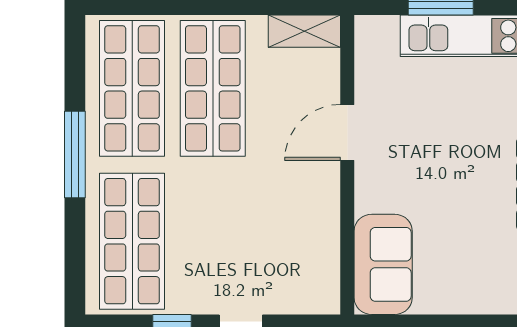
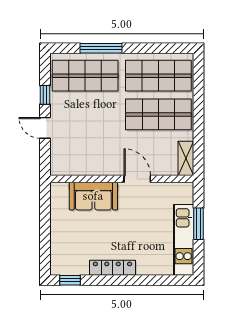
window: (75, 155) -> (101, 48), moved
sofa: (383, 264) -> (93, 196), moved

